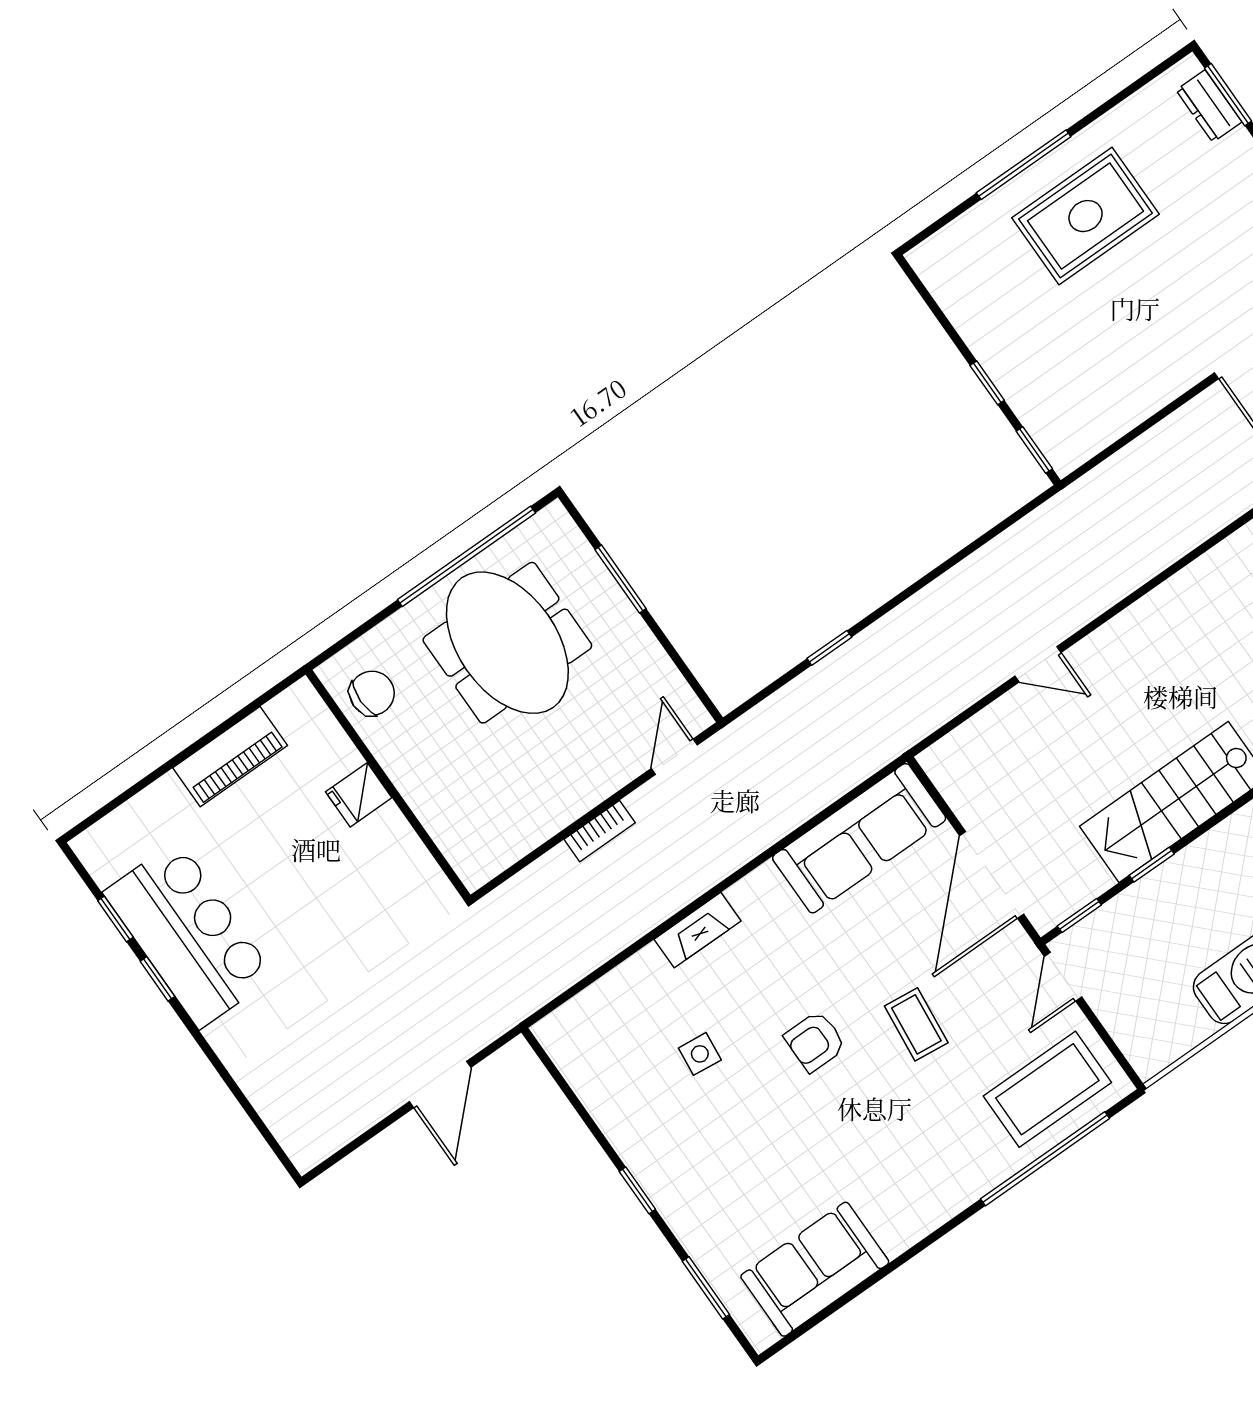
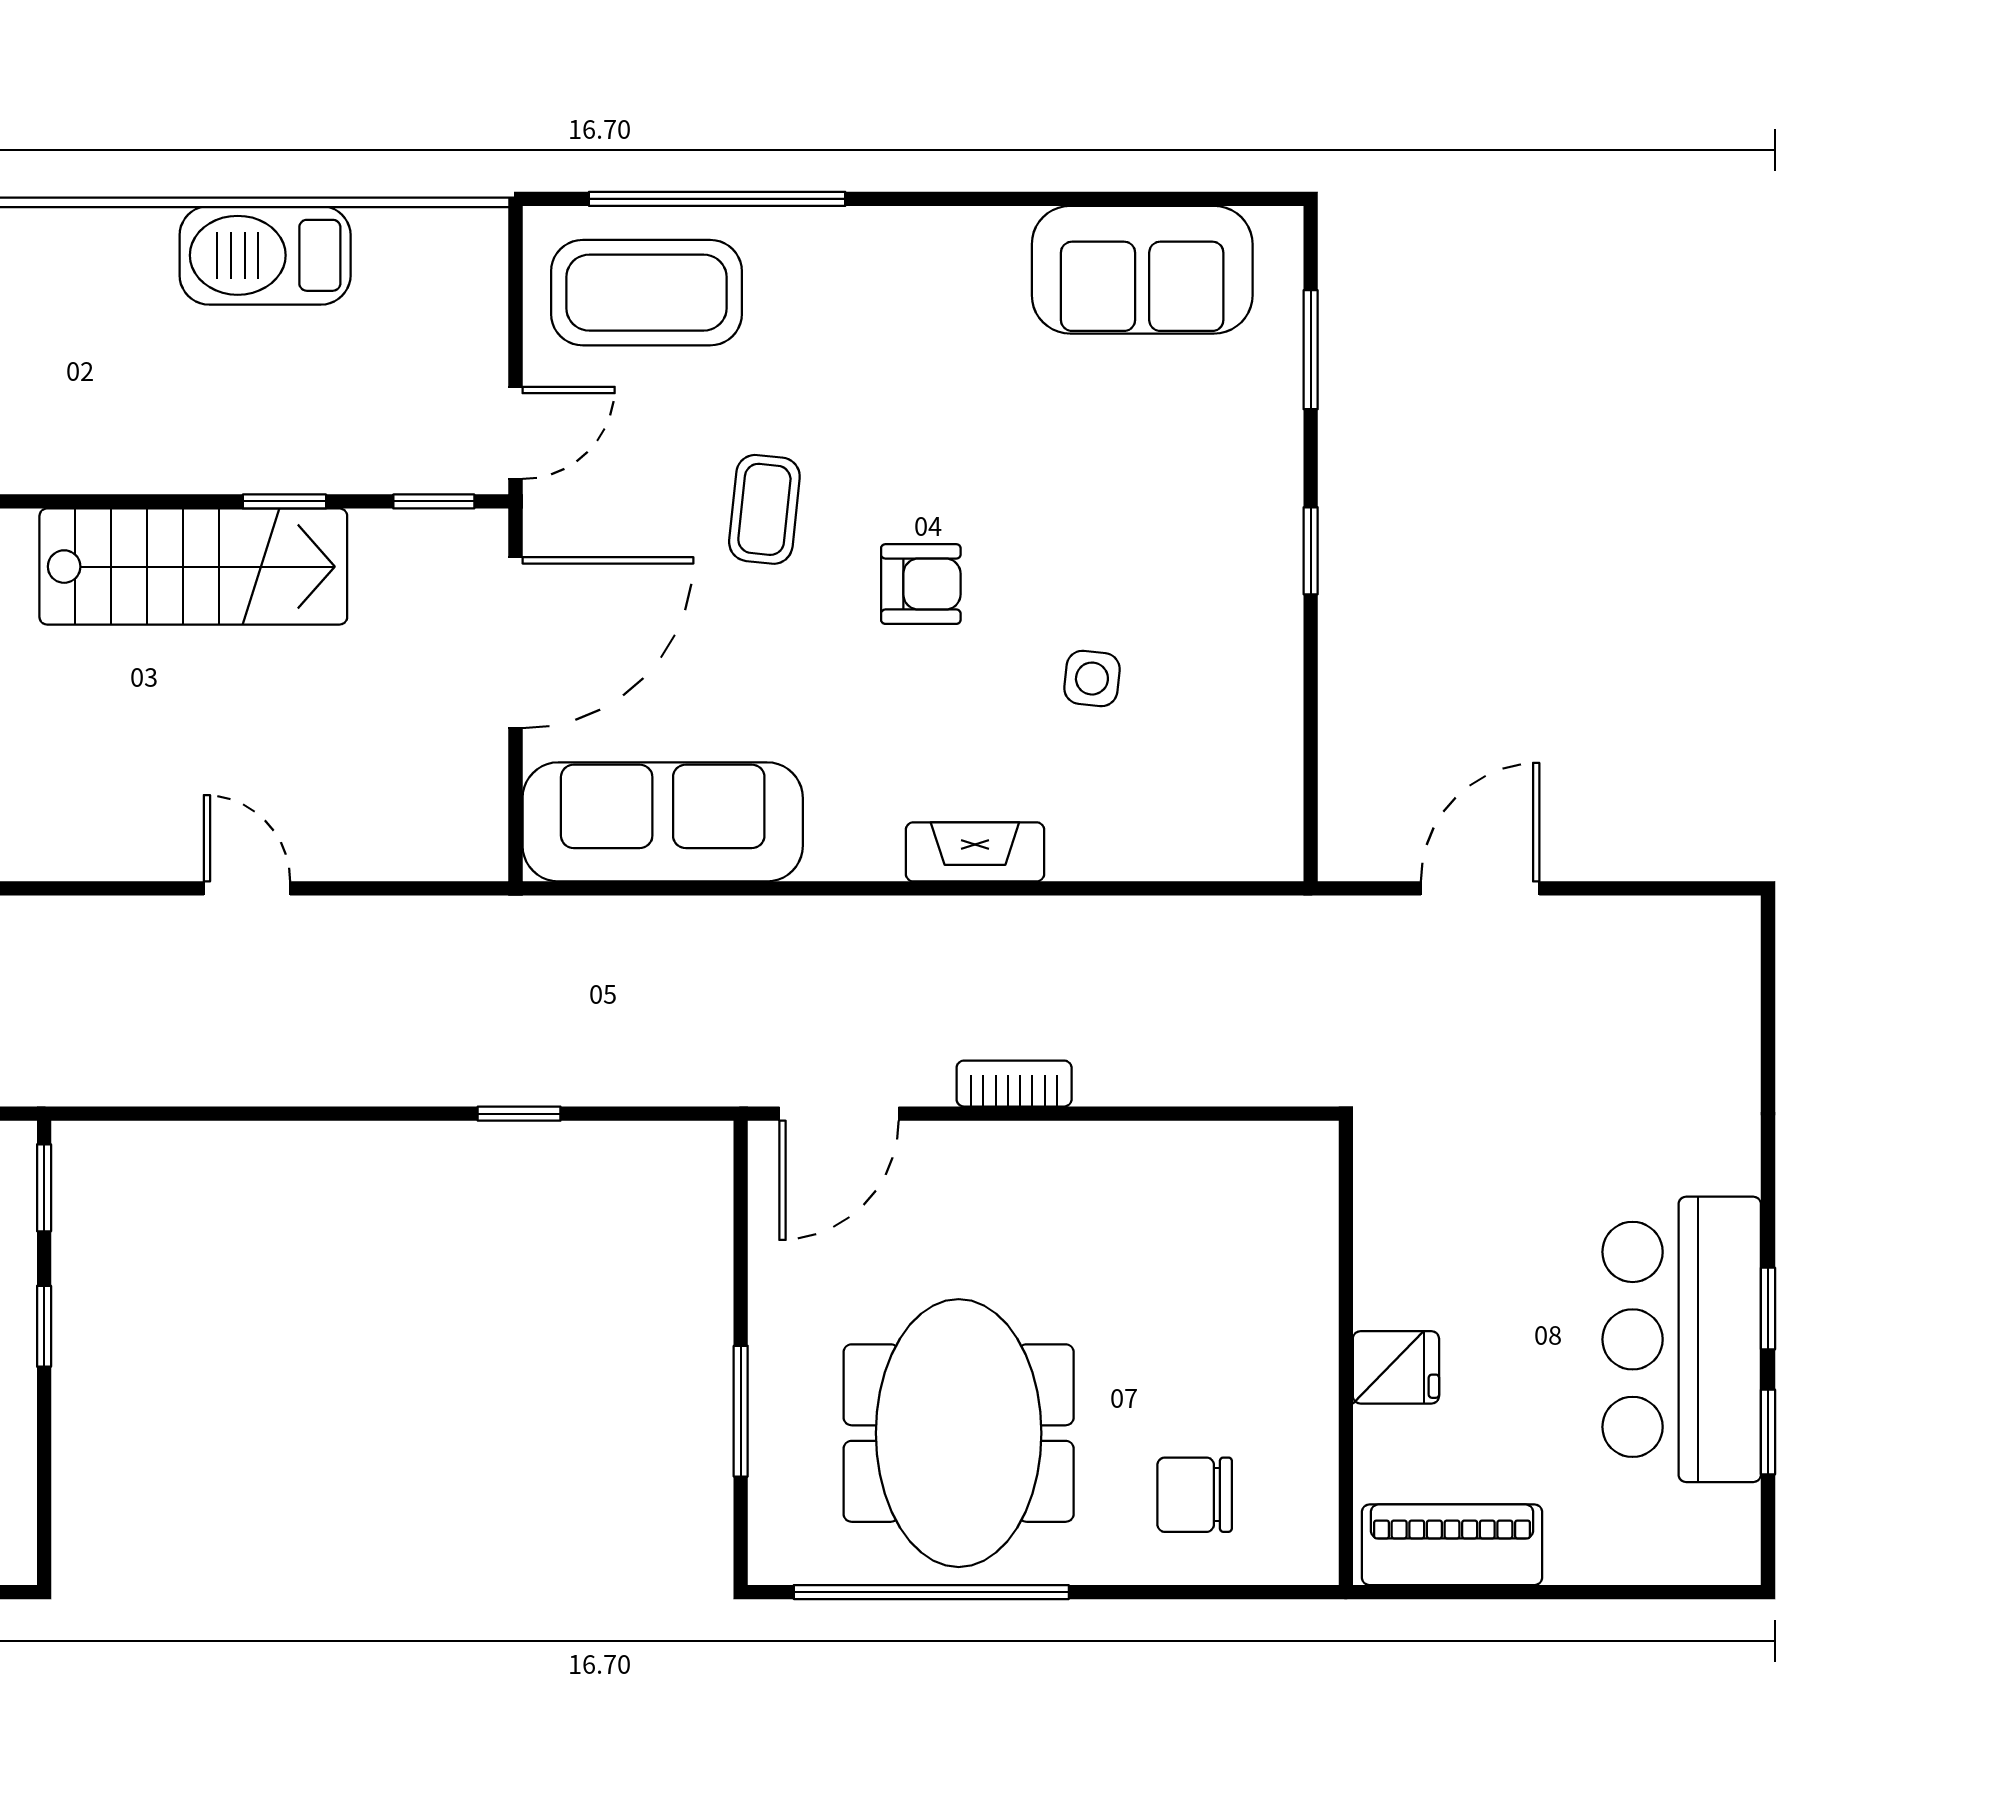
door: (674, 757) -> (839, 1114), width x1.38
wall: (388, 785) -> (1346, 1353), moved
fridge: (359, 795) -> (1396, 1367), moved

